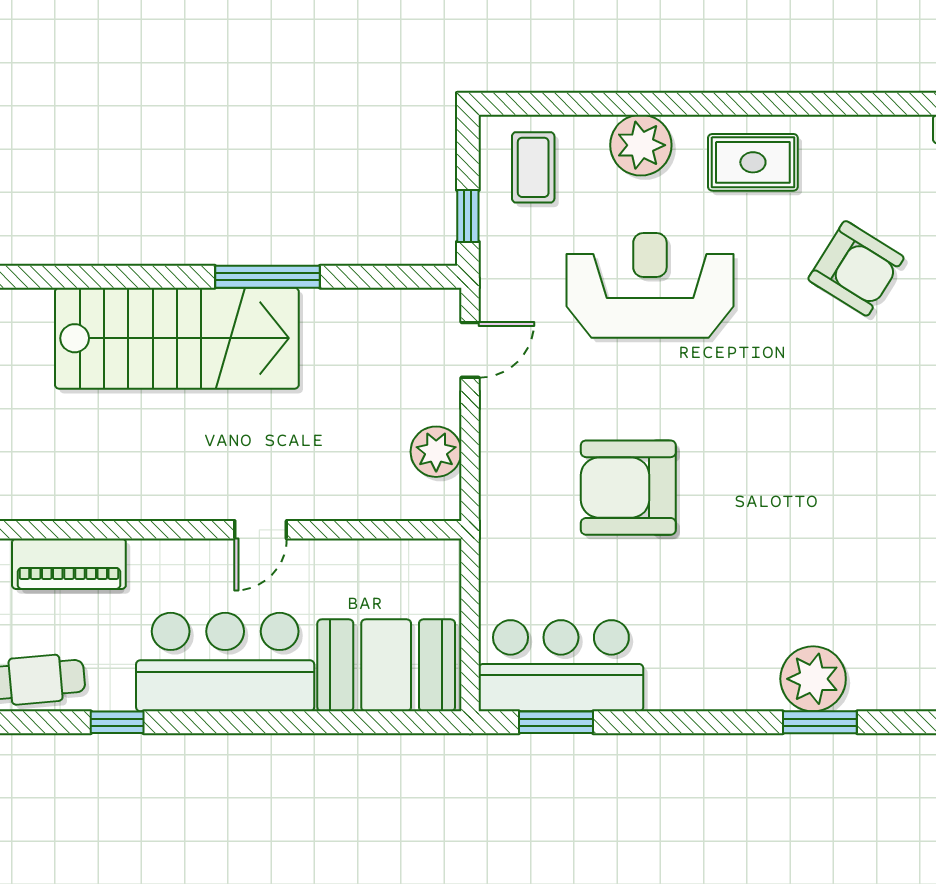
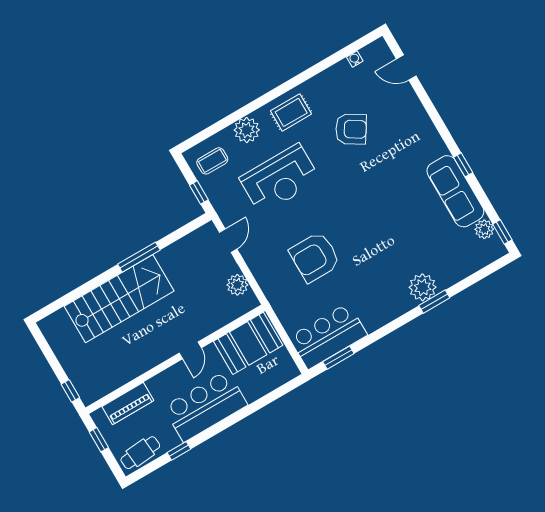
coffee table: (533, 167) -> (212, 161), turned 90
reception desk: (650, 285) -> (280, 179), turned 180
booth: (386, 665) -> (248, 343), moved

